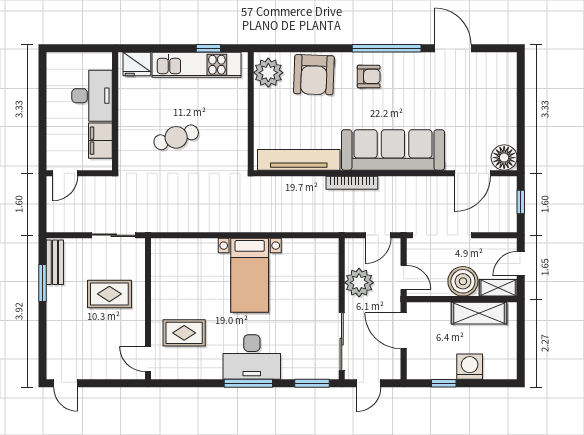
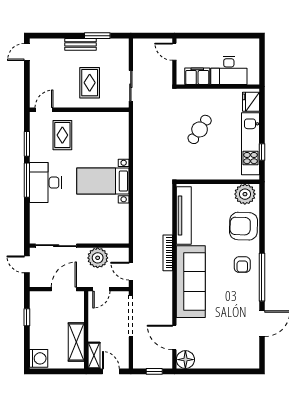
cafe table: (176, 137) -> (200, 129), turned 52
bench: (55, 262) -> (80, 44), moved
boiler: (463, 281) -> (99, 331), removed
washing machine: (470, 367) -> (39, 358), moved
window: (312, 383) -> (27, 144), moved

